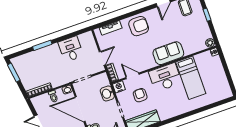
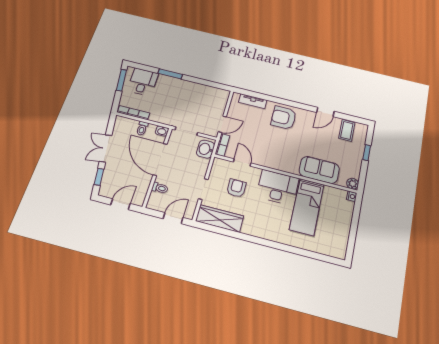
armchair: (139, 26) -> (284, 118), turned 180
desk: (71, 49) -> (143, 82), moved
sofa: (168, 53) -> (319, 170), moved
nightstand: (119, 87) -> (219, 164), removed
washbasin: (107, 93) -> (206, 149), moved

